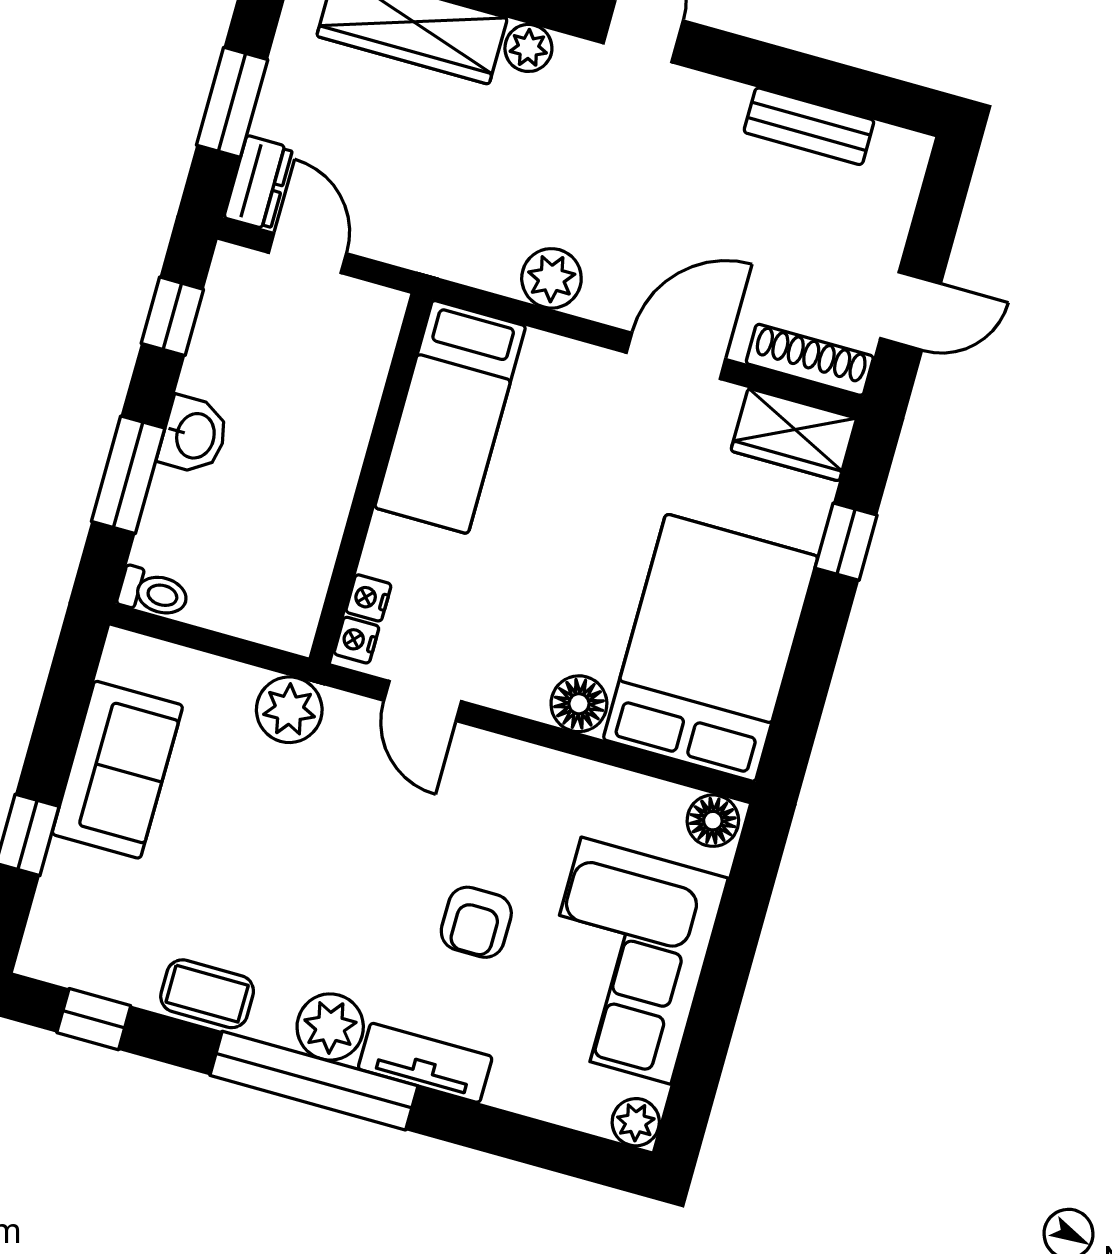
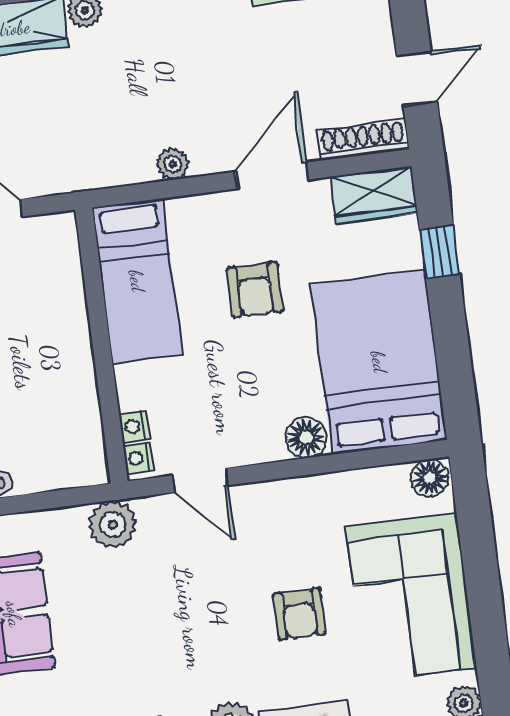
plant: (551, 278) -> (173, 164), width x0.73, depth x0.73
armchair: (593, 490) -> (255, 290), added

